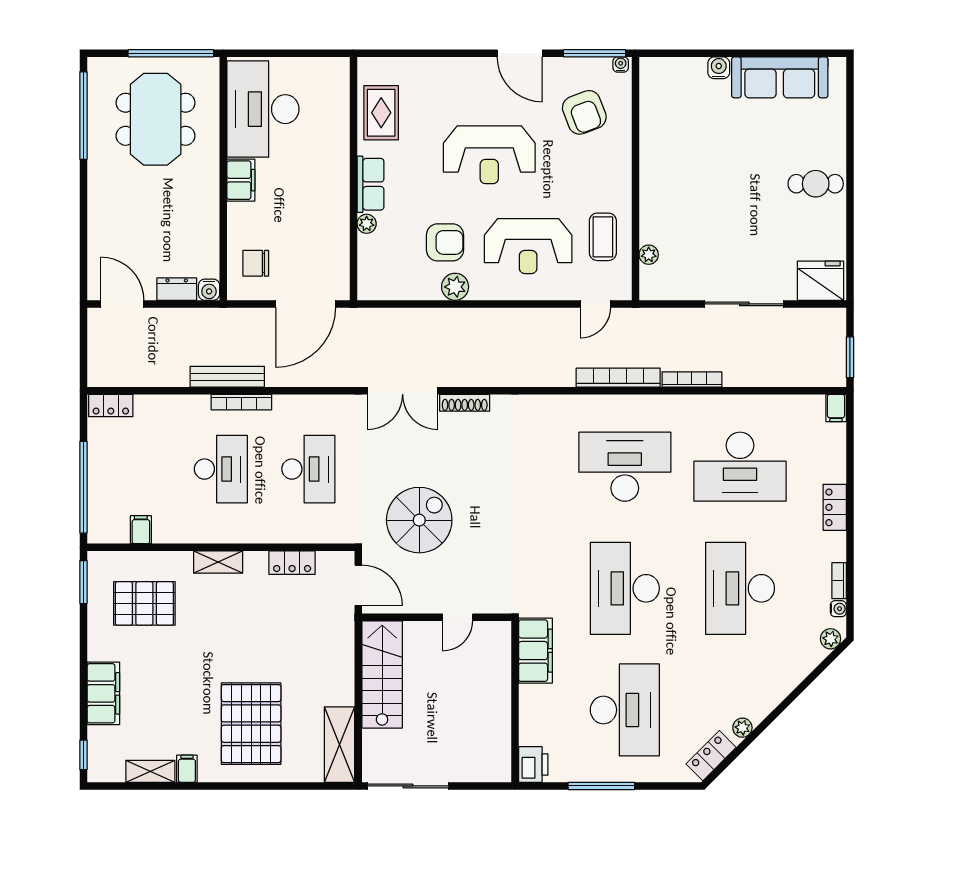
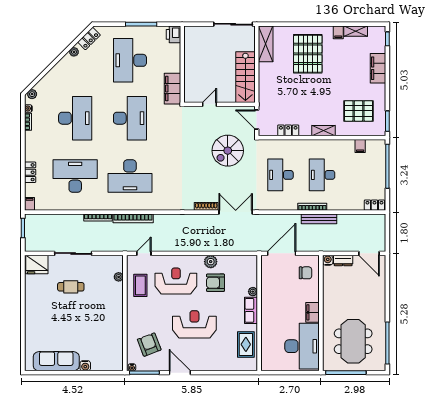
cafe table: (816, 184) -> (71, 287), moved
locker: (835, 507) -> (30, 172), moved

